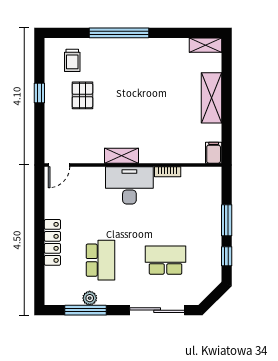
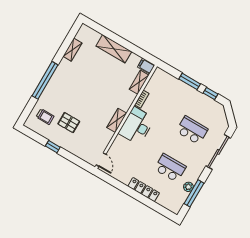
shelving: (205, 45) -> (72, 50), moved
shelving: (188, 156) -> (139, 82), added
school desk: (166, 260) -> (192, 130), turned 90

